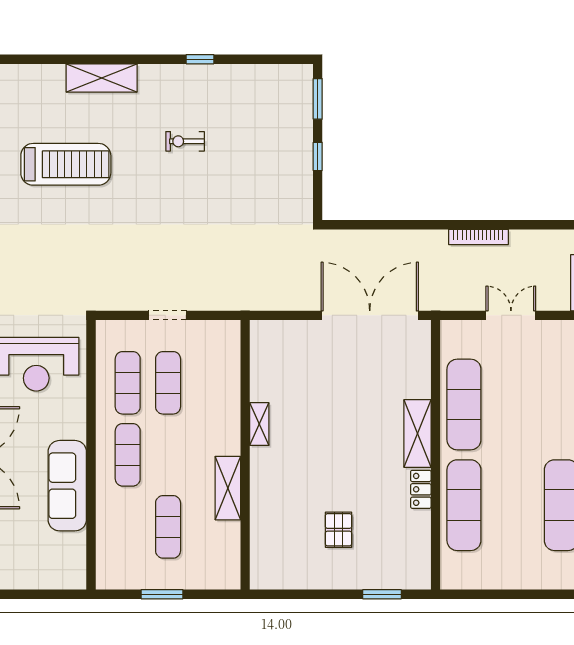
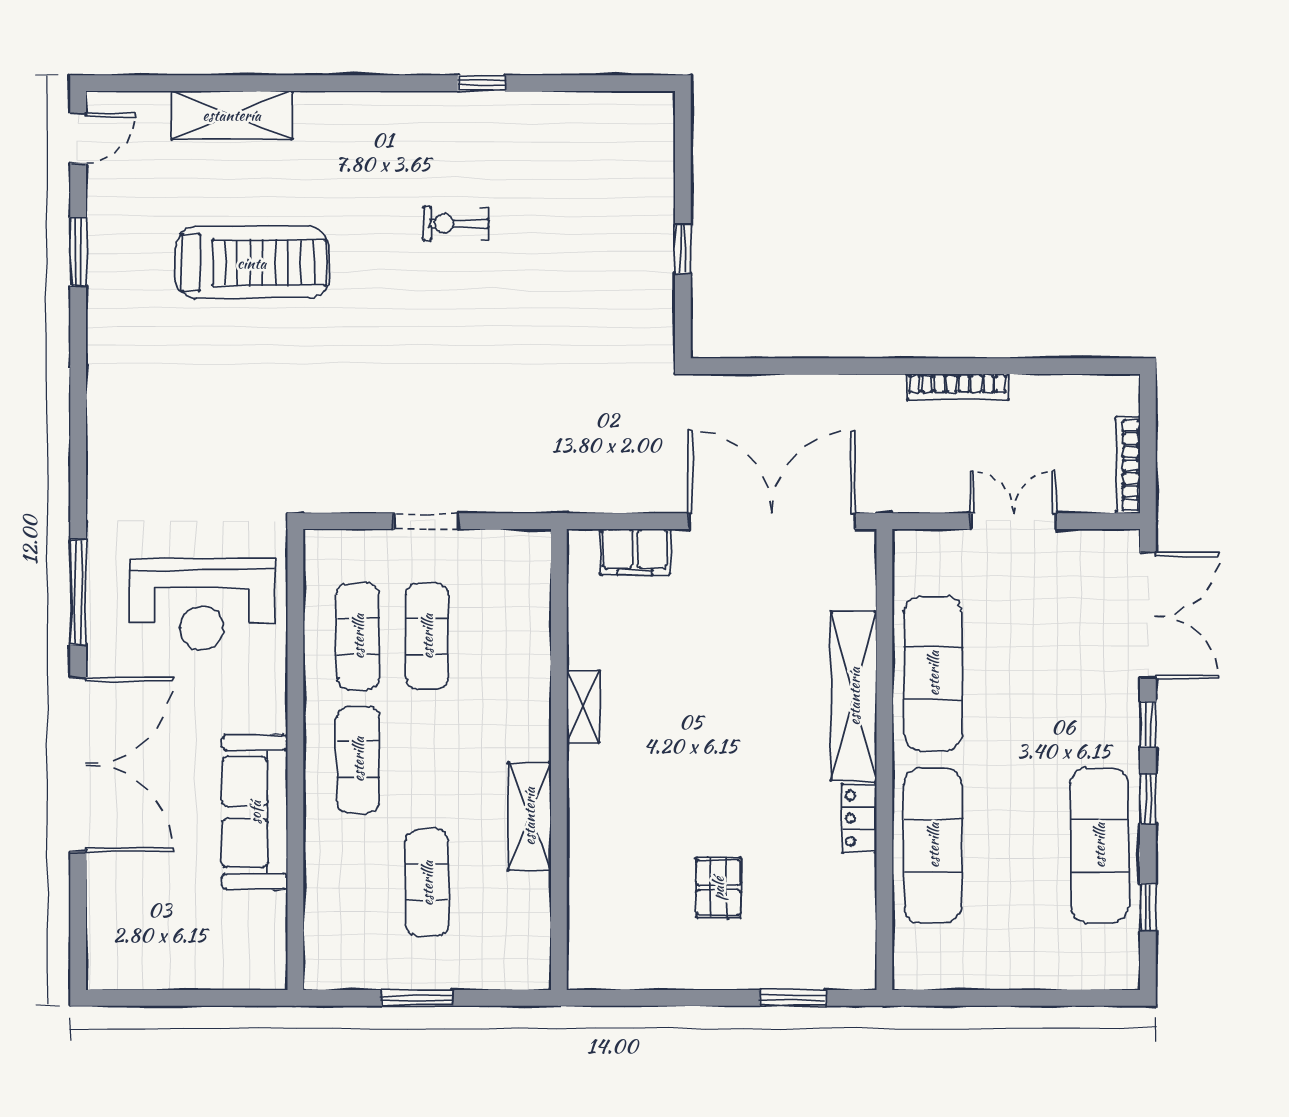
shelving: (102, 78) -> (232, 115), moved
window: (318, 99) -> (683, 151), removed
filing cabinet: (290, 334) -> (635, 552), added
shelving: (417, 434) -> (854, 696), width x1.47

